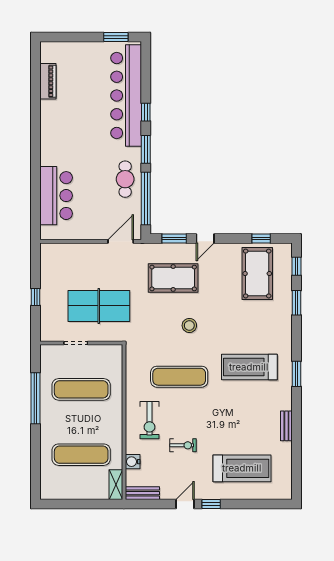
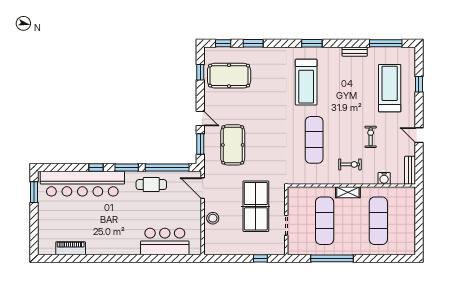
window: (35, 297) -> (260, 258), moved
stool: (189, 325) -> (213, 218), moved
exercise bike: (149, 420) -> (350, 164), width x0.73, depth x0.72
window: (297, 464) -> (386, 43), added
shelving: (116, 485) -> (348, 192), moved
window: (211, 504) -> (419, 84), moved

